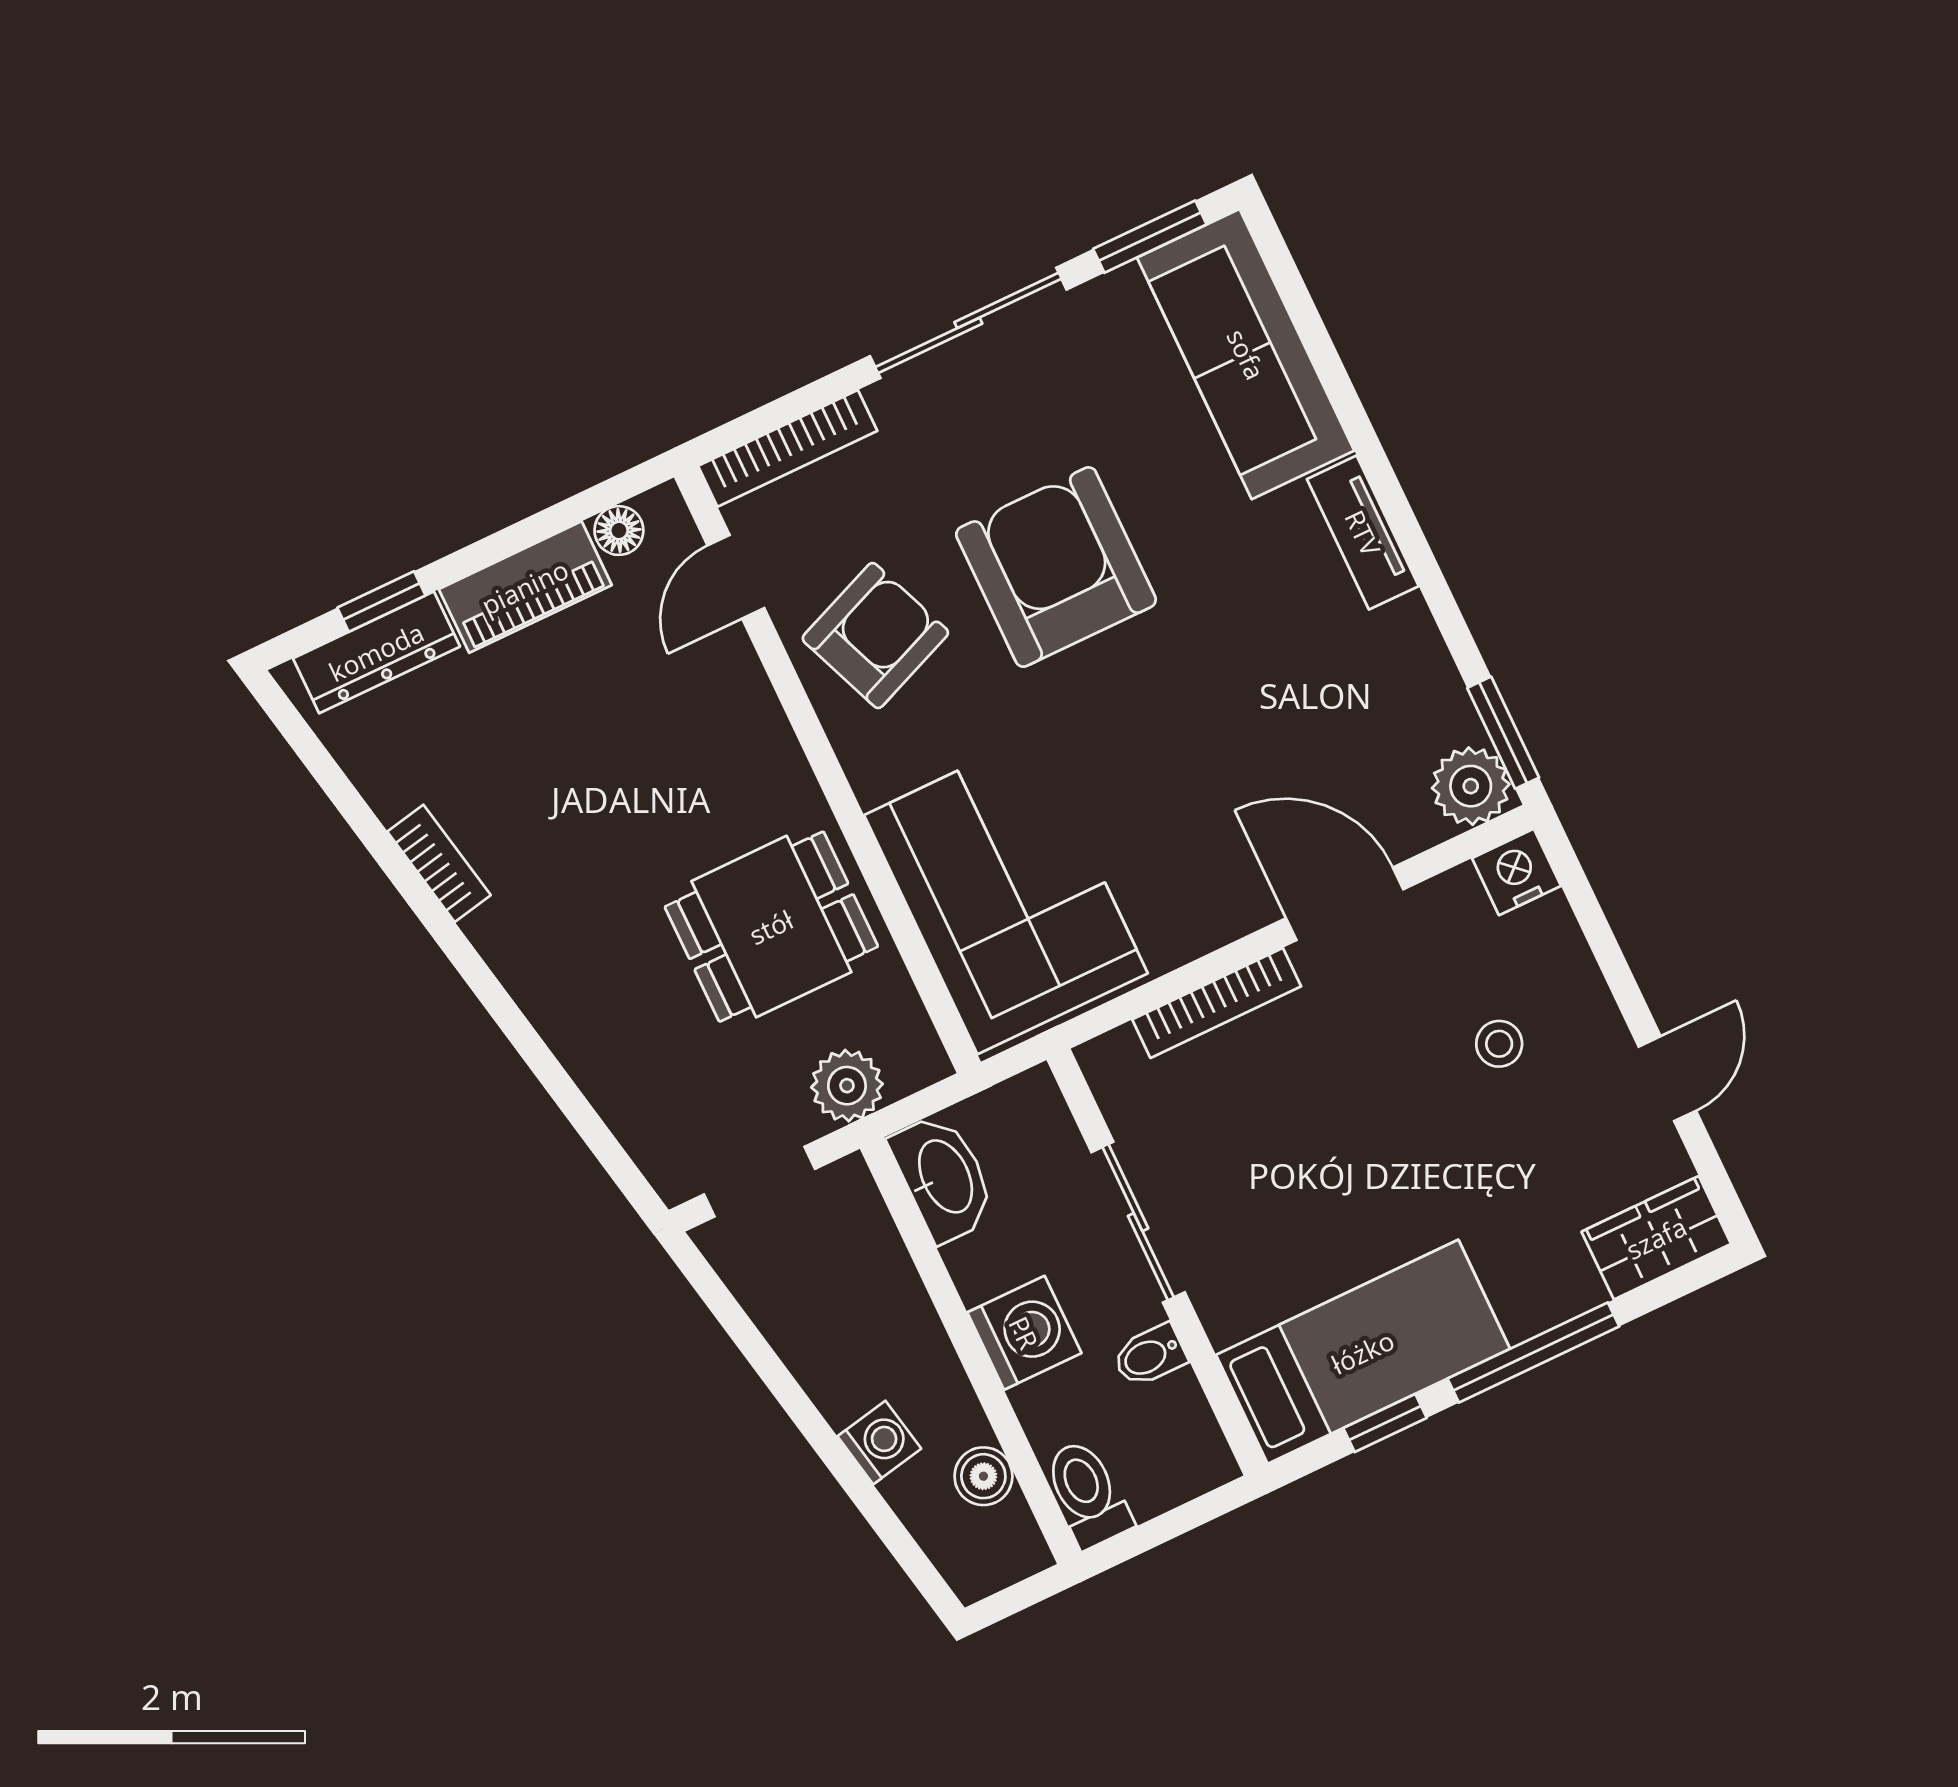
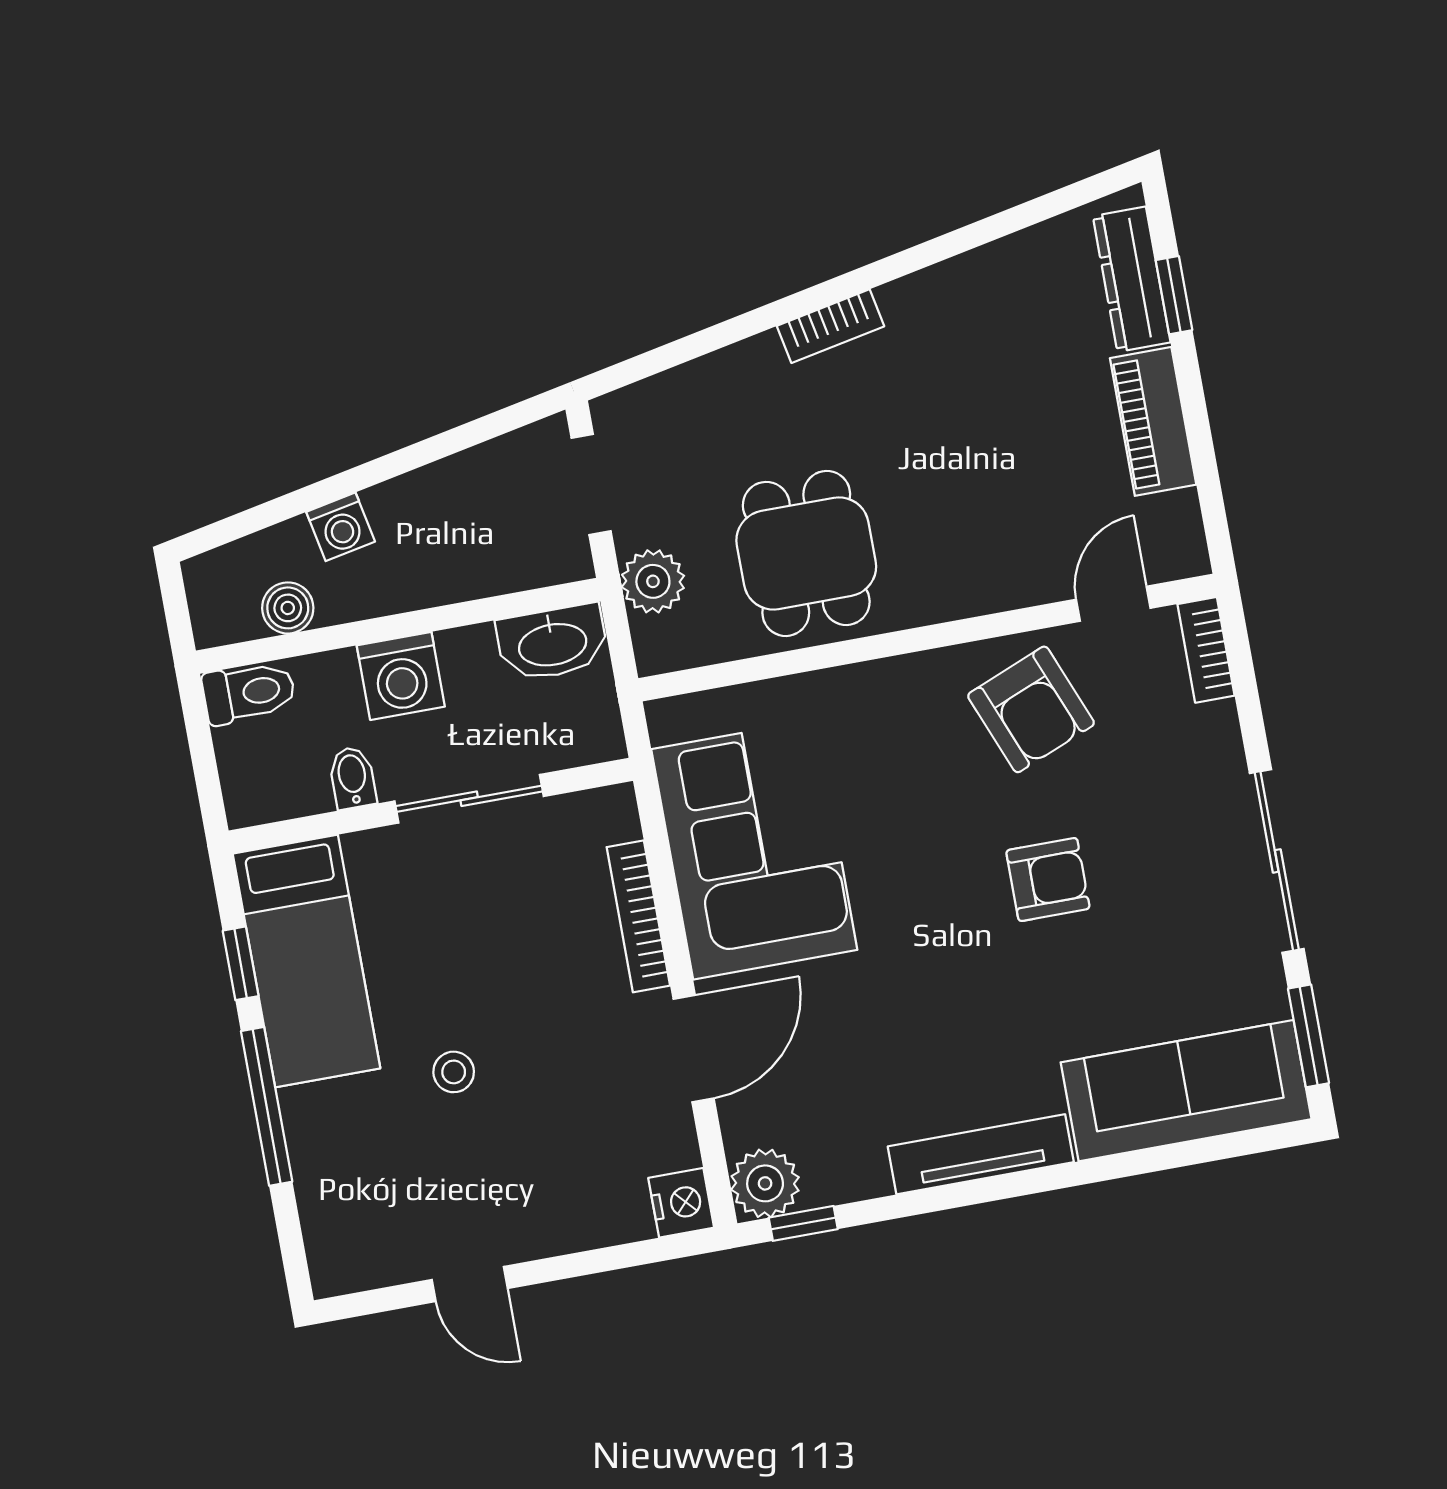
bookcase: (788, 448) -> (1206, 650), width x0.64
floor lamp: (619, 531) -> (1180, 515), removed
tv unit: (1363, 533) -> (981, 1154), width x1.41
armchair: (1056, 567) -> (1048, 880), width x0.53, depth x0.53
door: (736, 577) -> (1113, 604), hinge flipped
window: (1503, 733) -> (803, 1223), width x0.67
bookcase: (439, 863) -> (830, 326), moved
corner sofa: (1006, 894) -> (754, 849), moved, turned -90
stool: (1499, 1044) -> (454, 1072), moved
wardrobe: (1656, 1238) -> (336, 1238), removed

